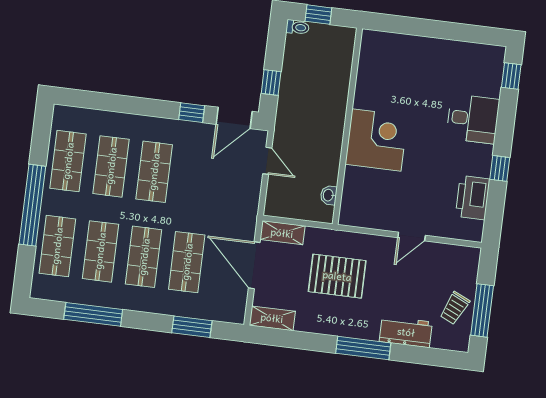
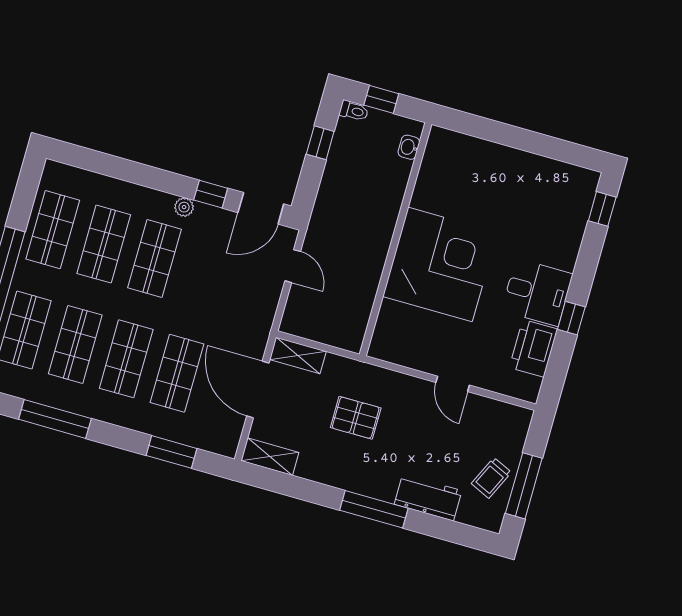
window: (271, 82) -> (320, 143), moved
desk: (473, 119) -> (537, 292), moved
plant: (172, 126) -> (184, 207), added
corner desk: (376, 140) -> (440, 264), width x1.36, depth x1.36
washbasin: (329, 195) -> (409, 147), moved
door: (412, 236) -> (453, 384), hinge flipped
pallet: (337, 276) -> (356, 418), width x0.67, depth x0.71

